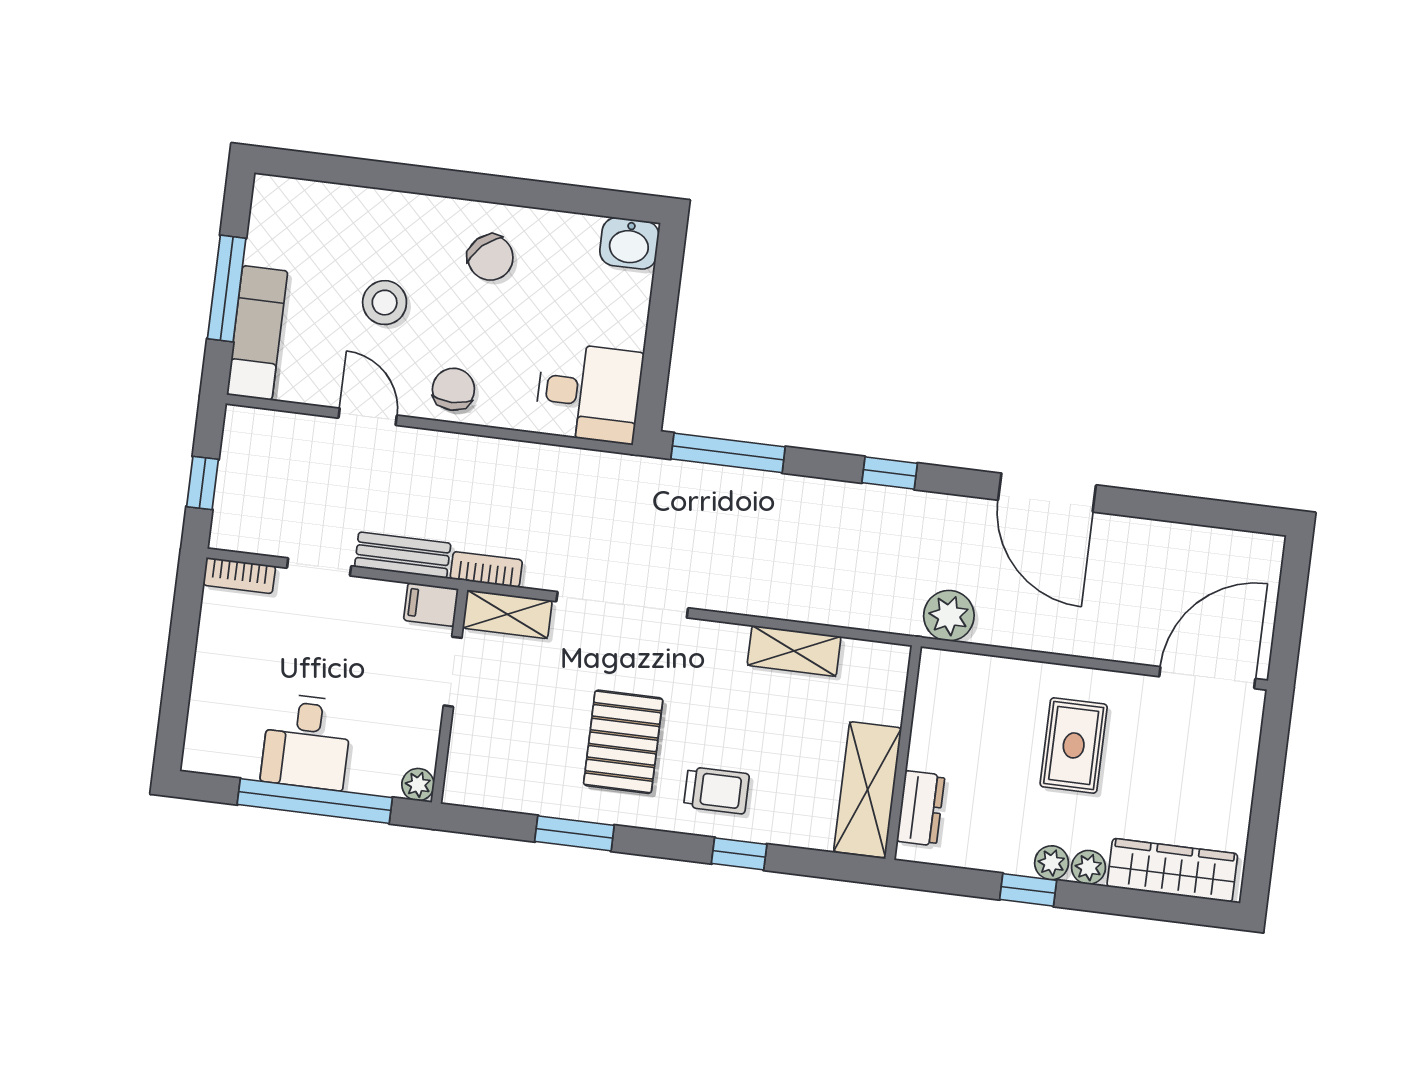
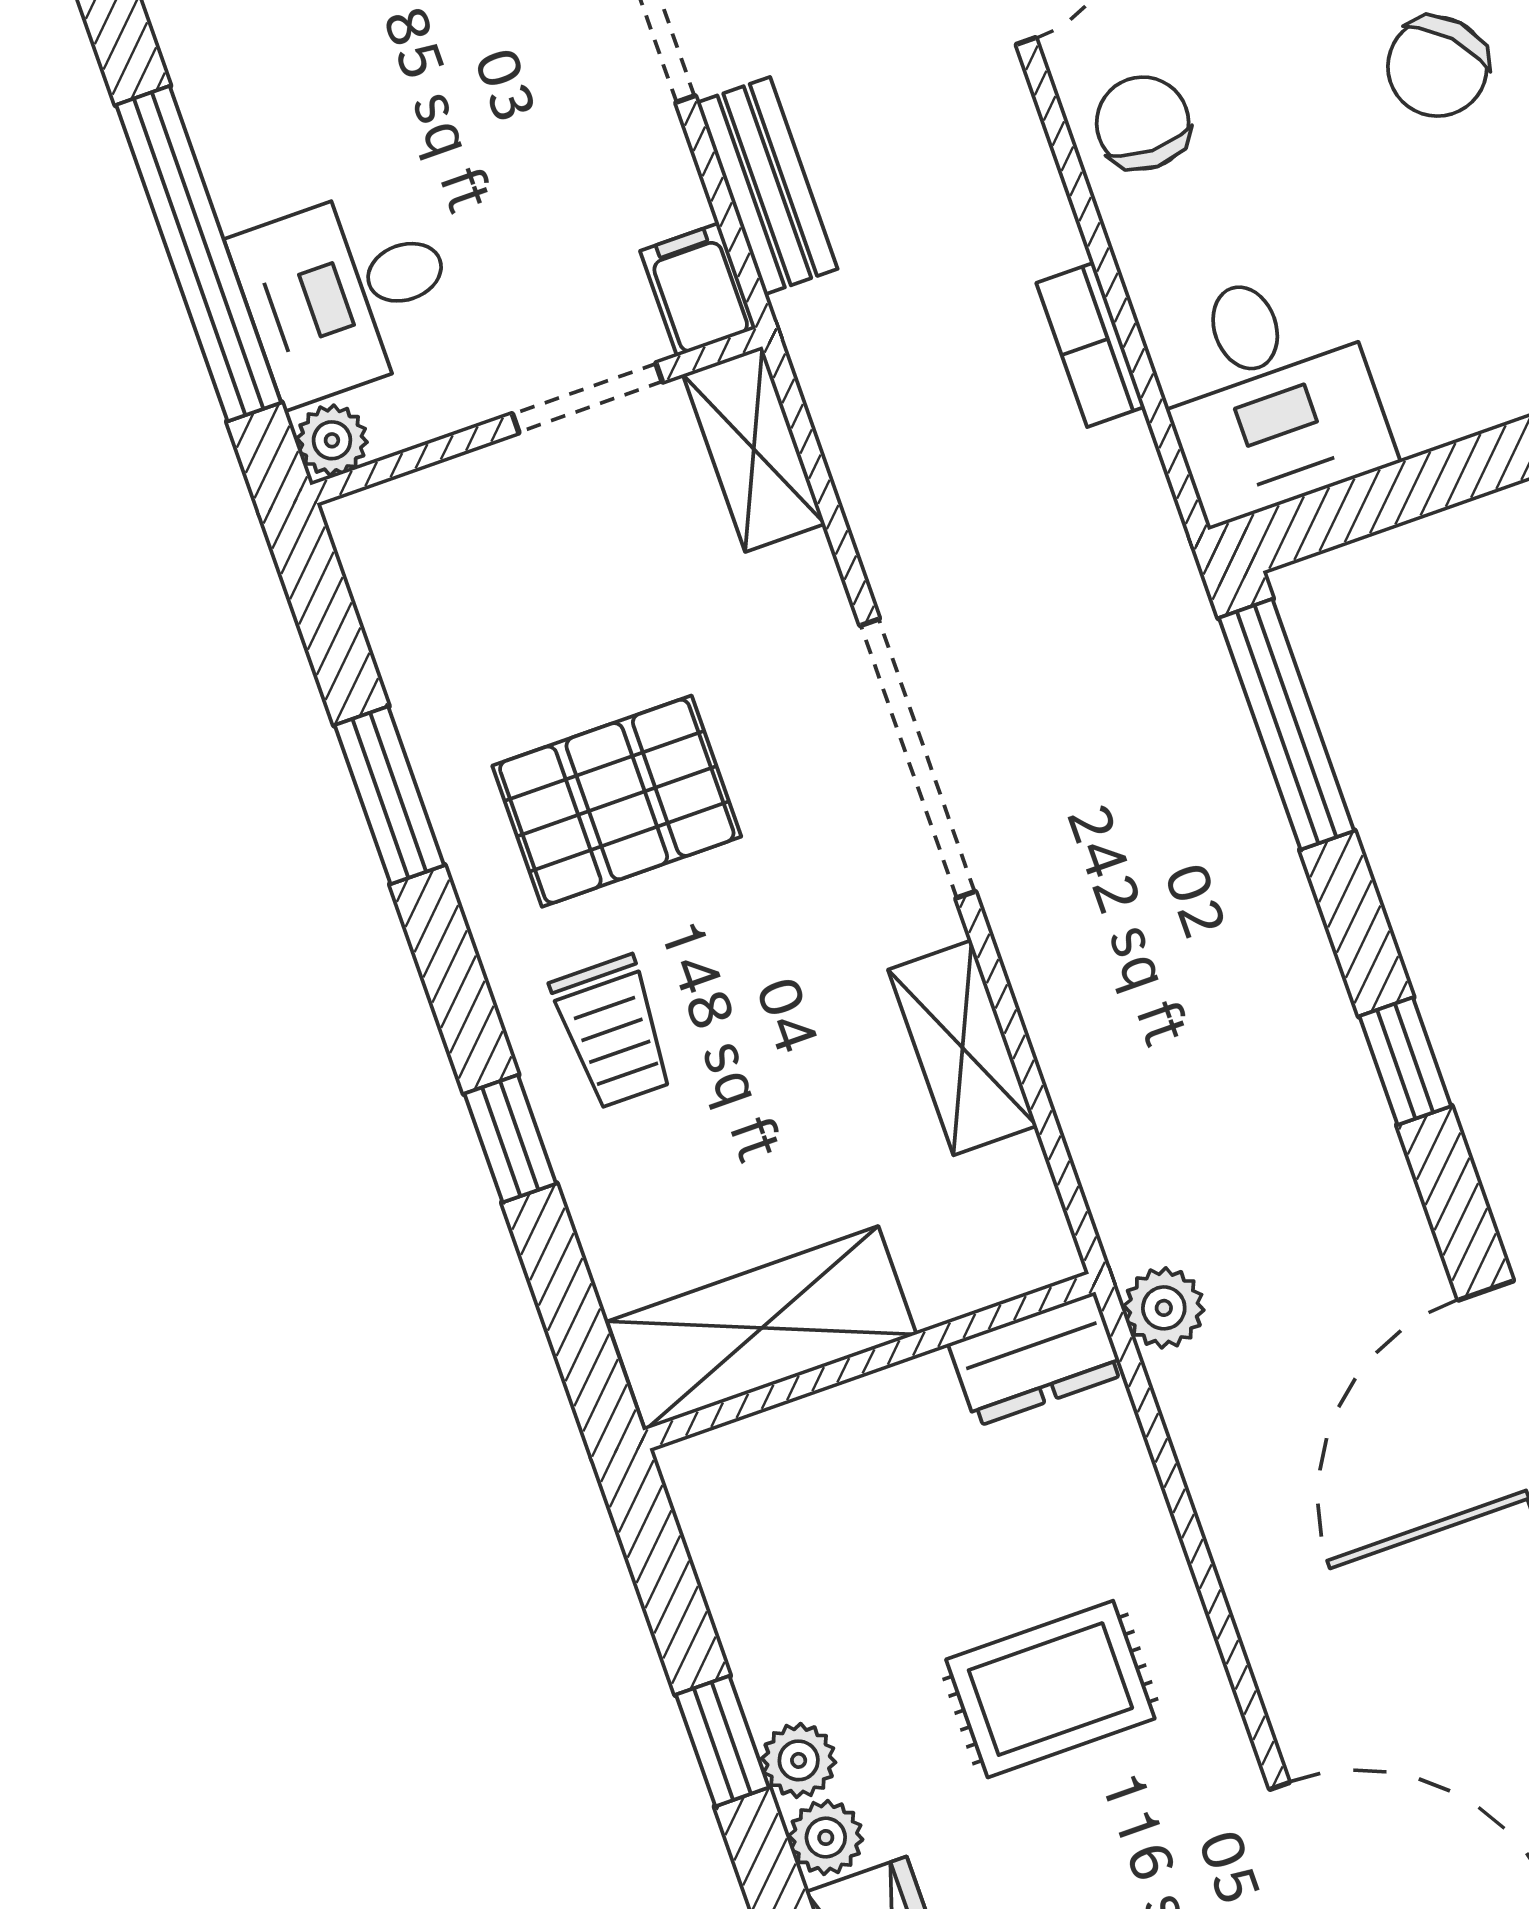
chair: (453, 389) -> (1143, 123), turned -90
bookcase: (486, 569) -> (1090, 345), moved, turned 180
doorway: (622, 605) -> (918, 758), moved
plant: (949, 616) -> (1164, 1308), width x0.73, depth x0.73
desk: (307, 742) -> (347, 293), moved
dresser: (921, 808) -> (1036, 1359), moved

